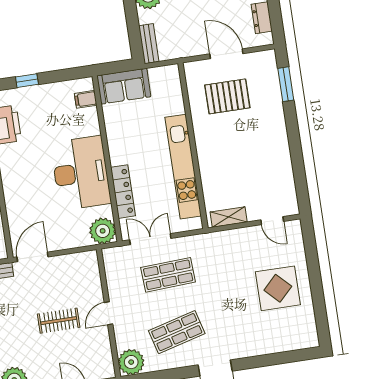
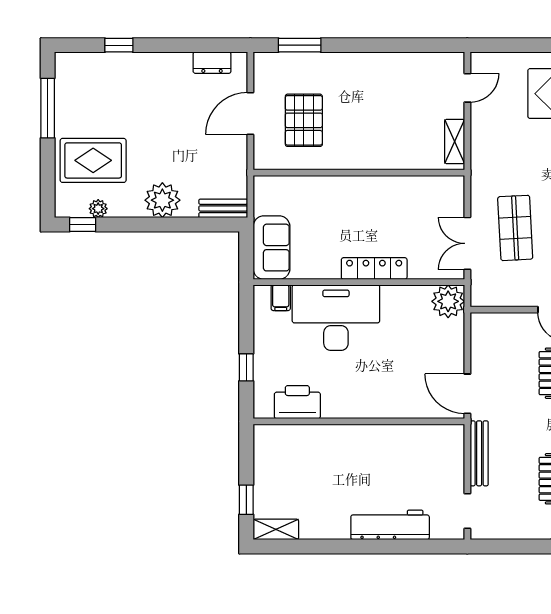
kitchen unit: (183, 167) -> (383, 189), removed
desk: (81, 173) -> (336, 318), moved
locker: (123, 192) -> (374, 269), moved

